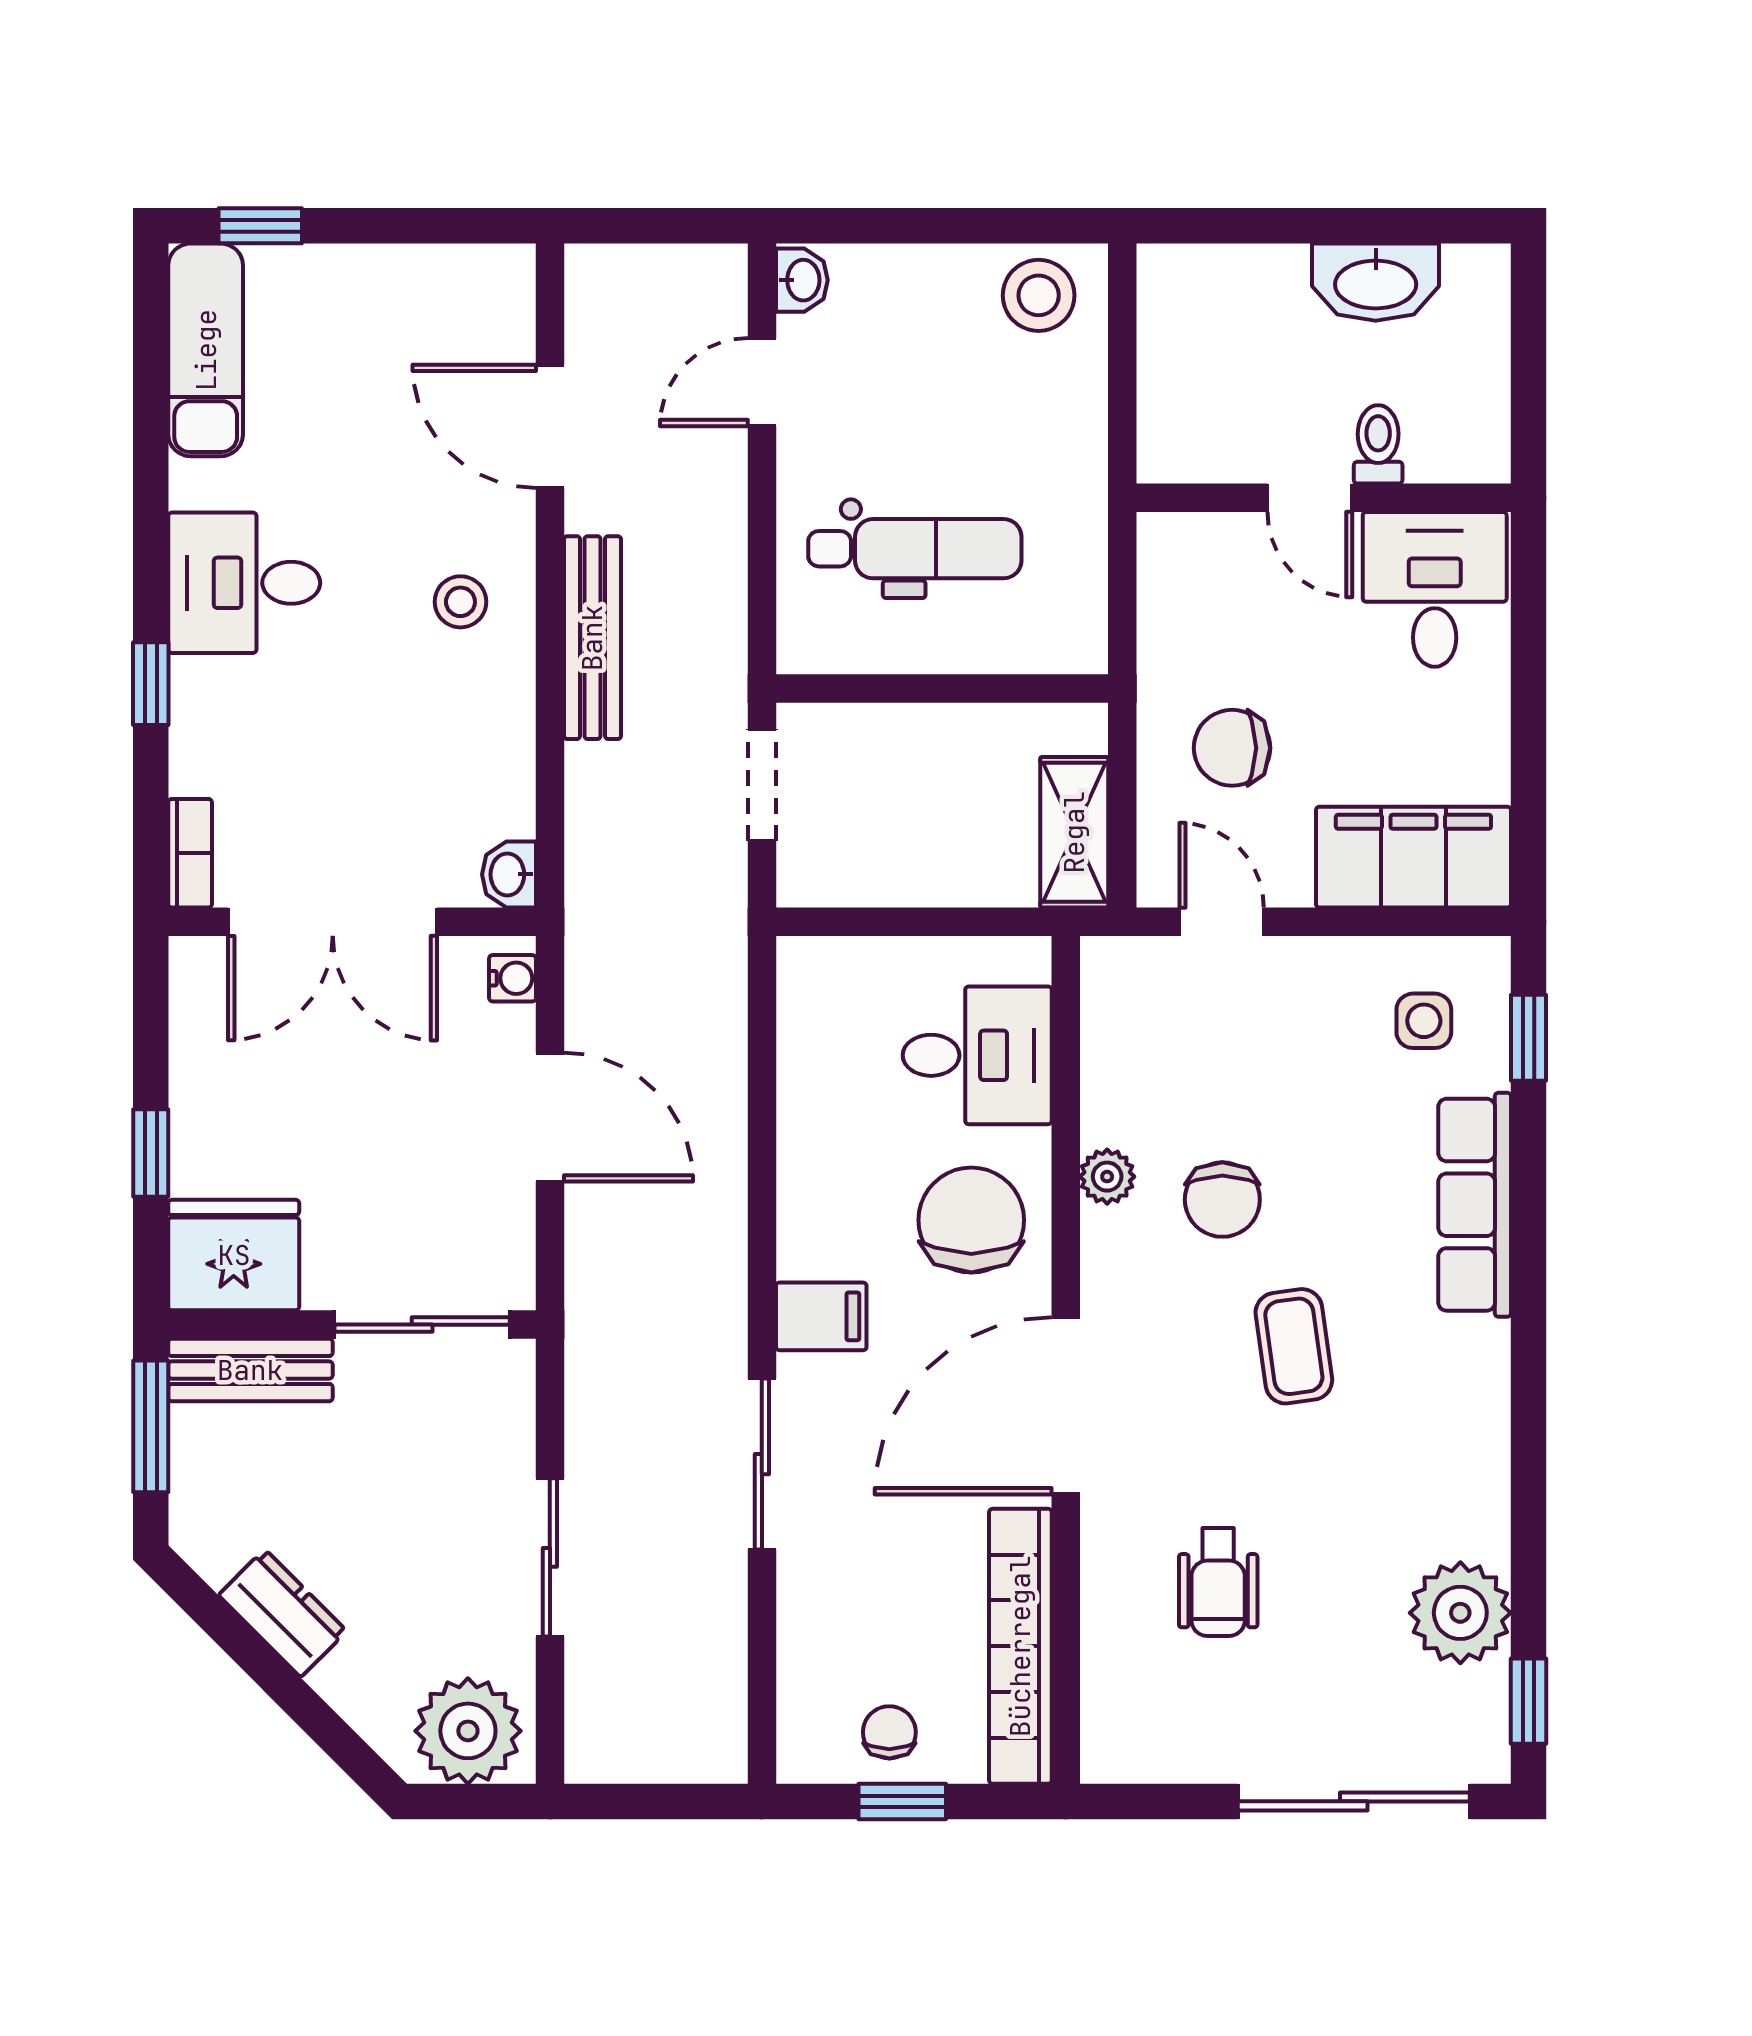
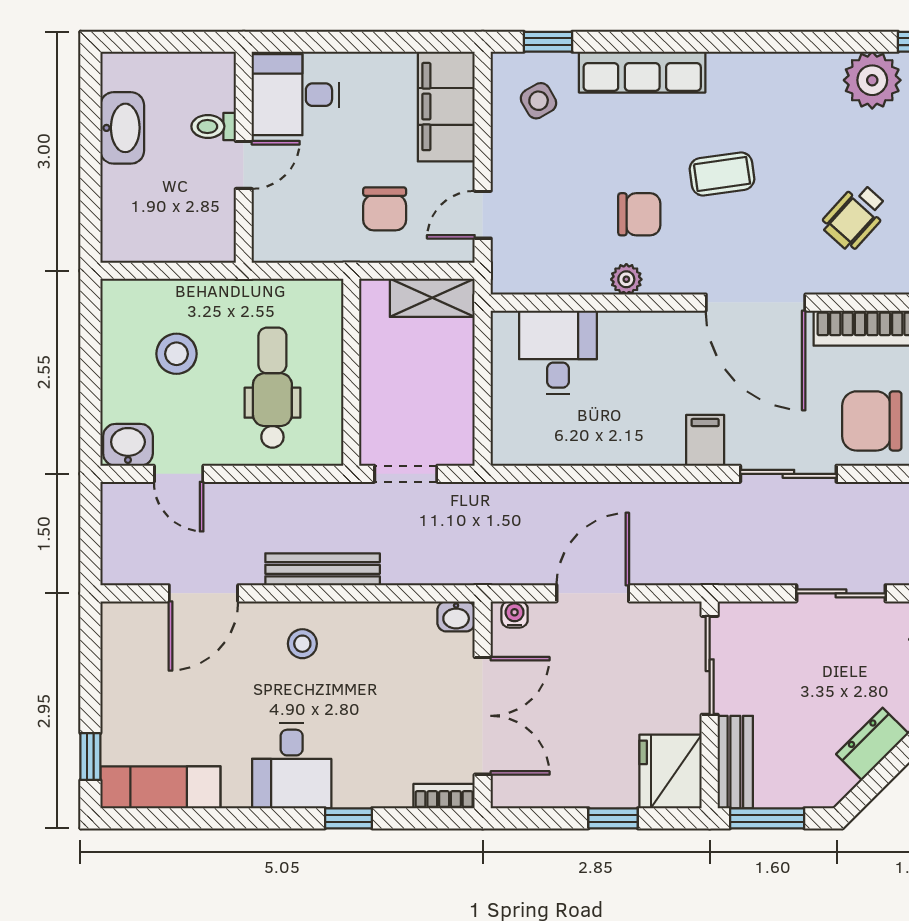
washbasin: (802, 280) -> (128, 445), width x1.38, depth x1.45
stool: (1039, 295) -> (176, 354), moved
side table: (1424, 1021) -> (539, 101), turned -30
chair: (971, 1220) -> (872, 421), moved
wheelchair: (1218, 1582) -> (855, 217), turned 132

